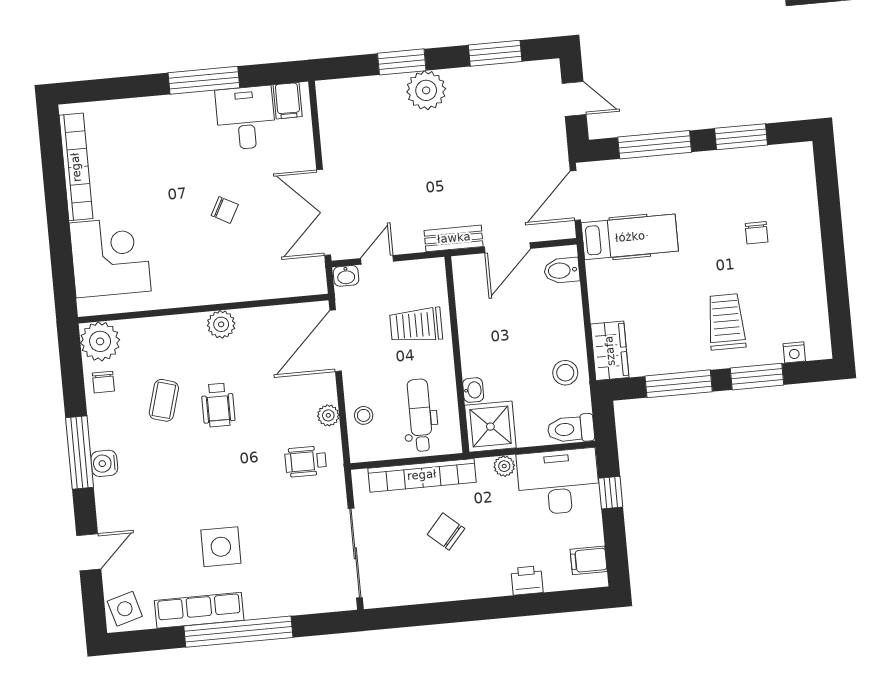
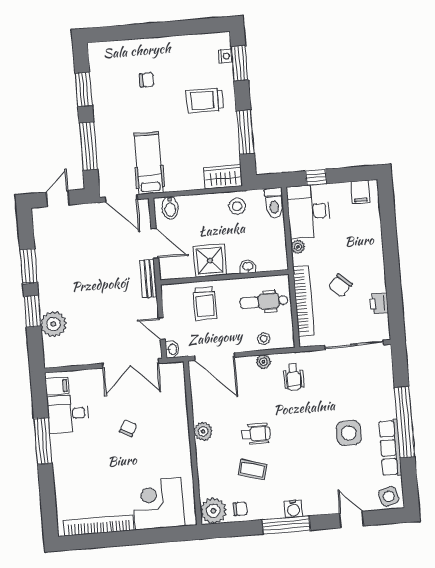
window: (495, 53) -> (29, 266), moved
plant: (426, 90) -> (54, 324), moved
window: (757, 377) -> (240, 63), moved
shower: (490, 427) -> (210, 261), moved
printer: (527, 580) -> (379, 304), moved

